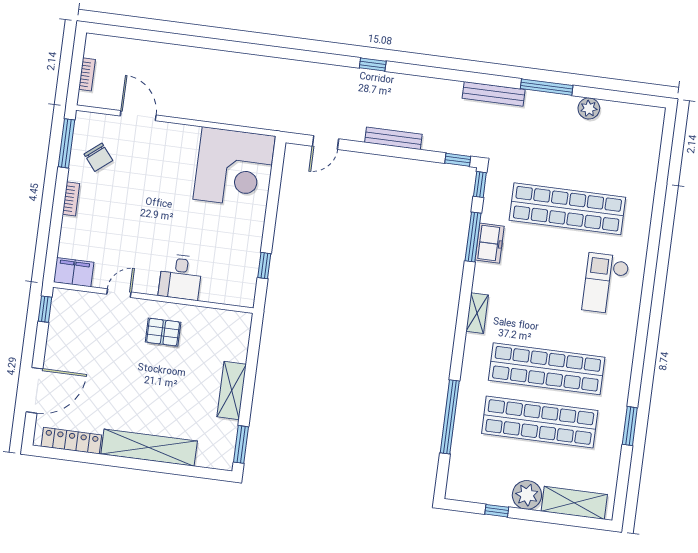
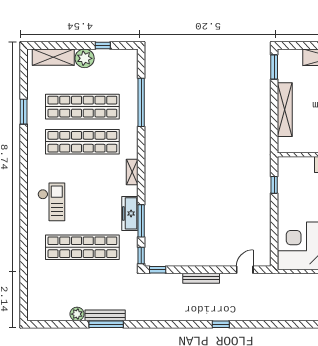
bench: (494, 94) -> (105, 315), moved
freezer: (490, 243) -> (130, 213), width x1.40
shelving: (232, 390) -> (285, 110), width x1.47

